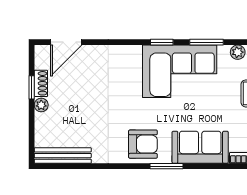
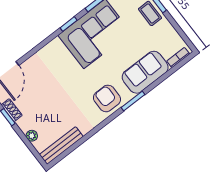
plant: (41, 105) -> (32, 136), moved
armchair: (143, 144) -> (107, 98), turned -90

